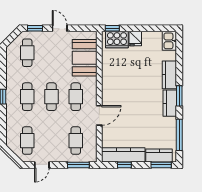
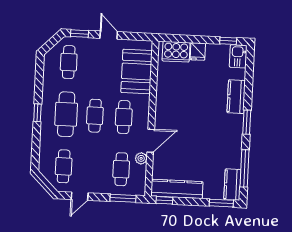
window: (112, 28) -> (228, 41), moved
cafe table: (27, 97) -> (66, 114), width x1.37, depth x1.35
kitchen counter: (170, 103) -> (235, 130), removed
plant: (92, 131) -> (141, 158), added
kitchen counter: (159, 155) -> (232, 185), moved, turned -90
window: (124, 165) -> (164, 200), moved

